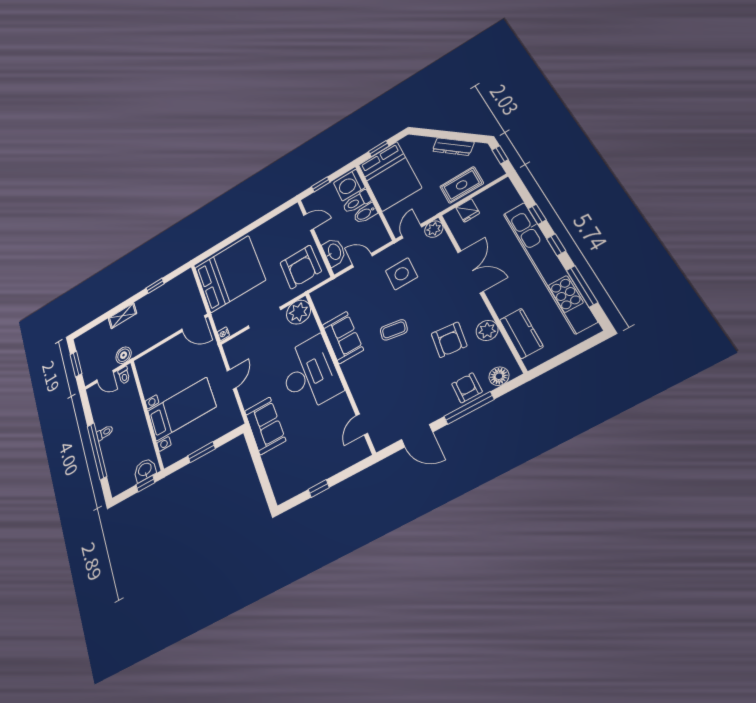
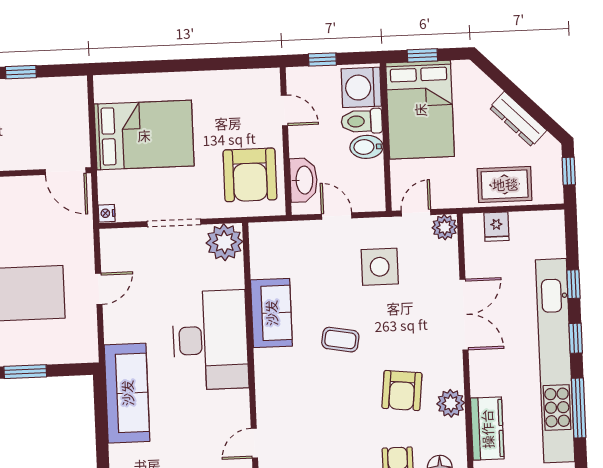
bed: (230, 274) -> (144, 135), width x0.73
sofa: (265, 426) -> (127, 393), width x1.36

